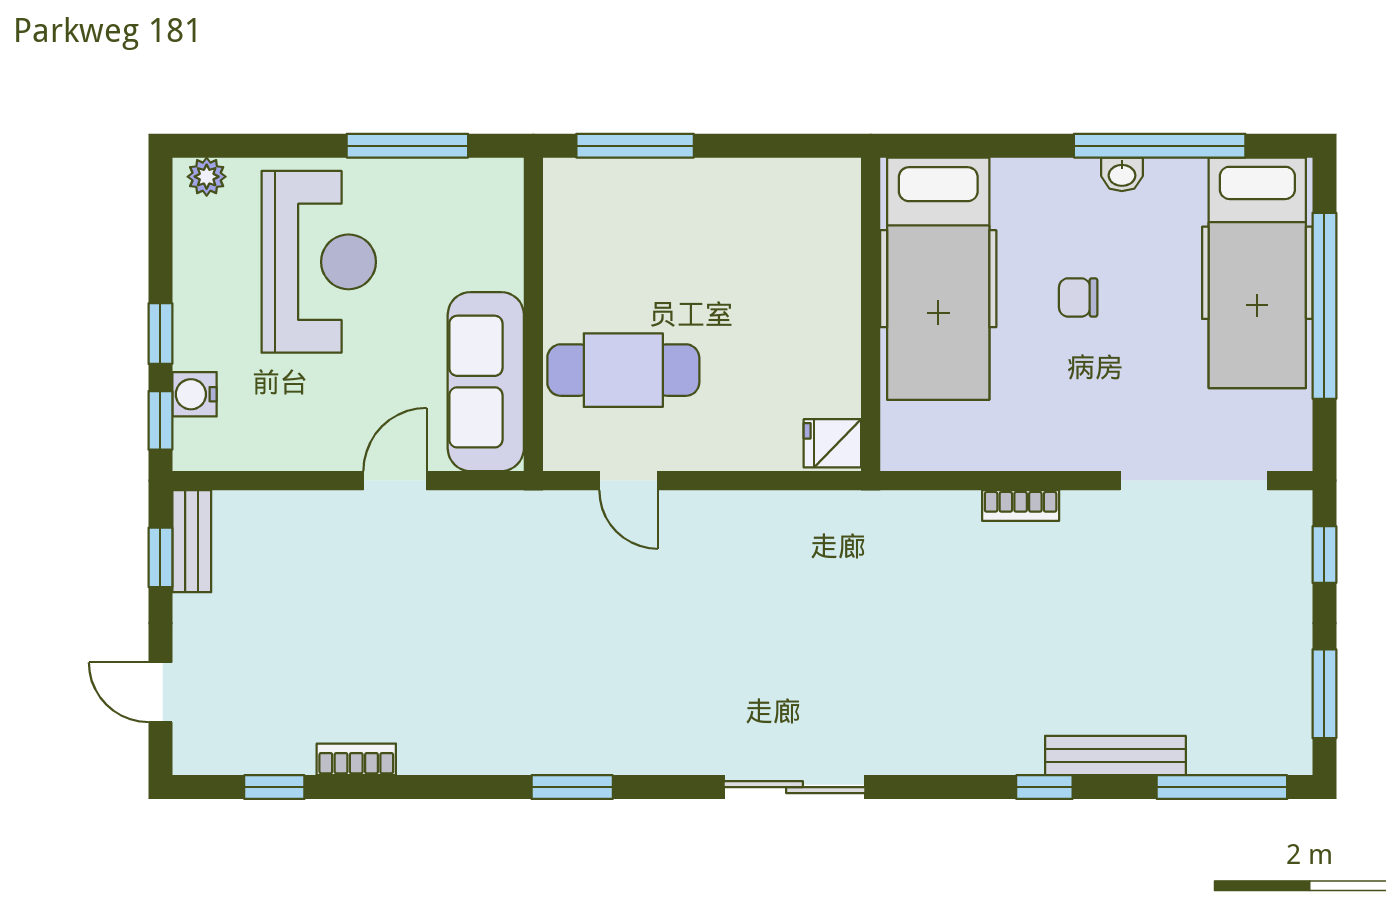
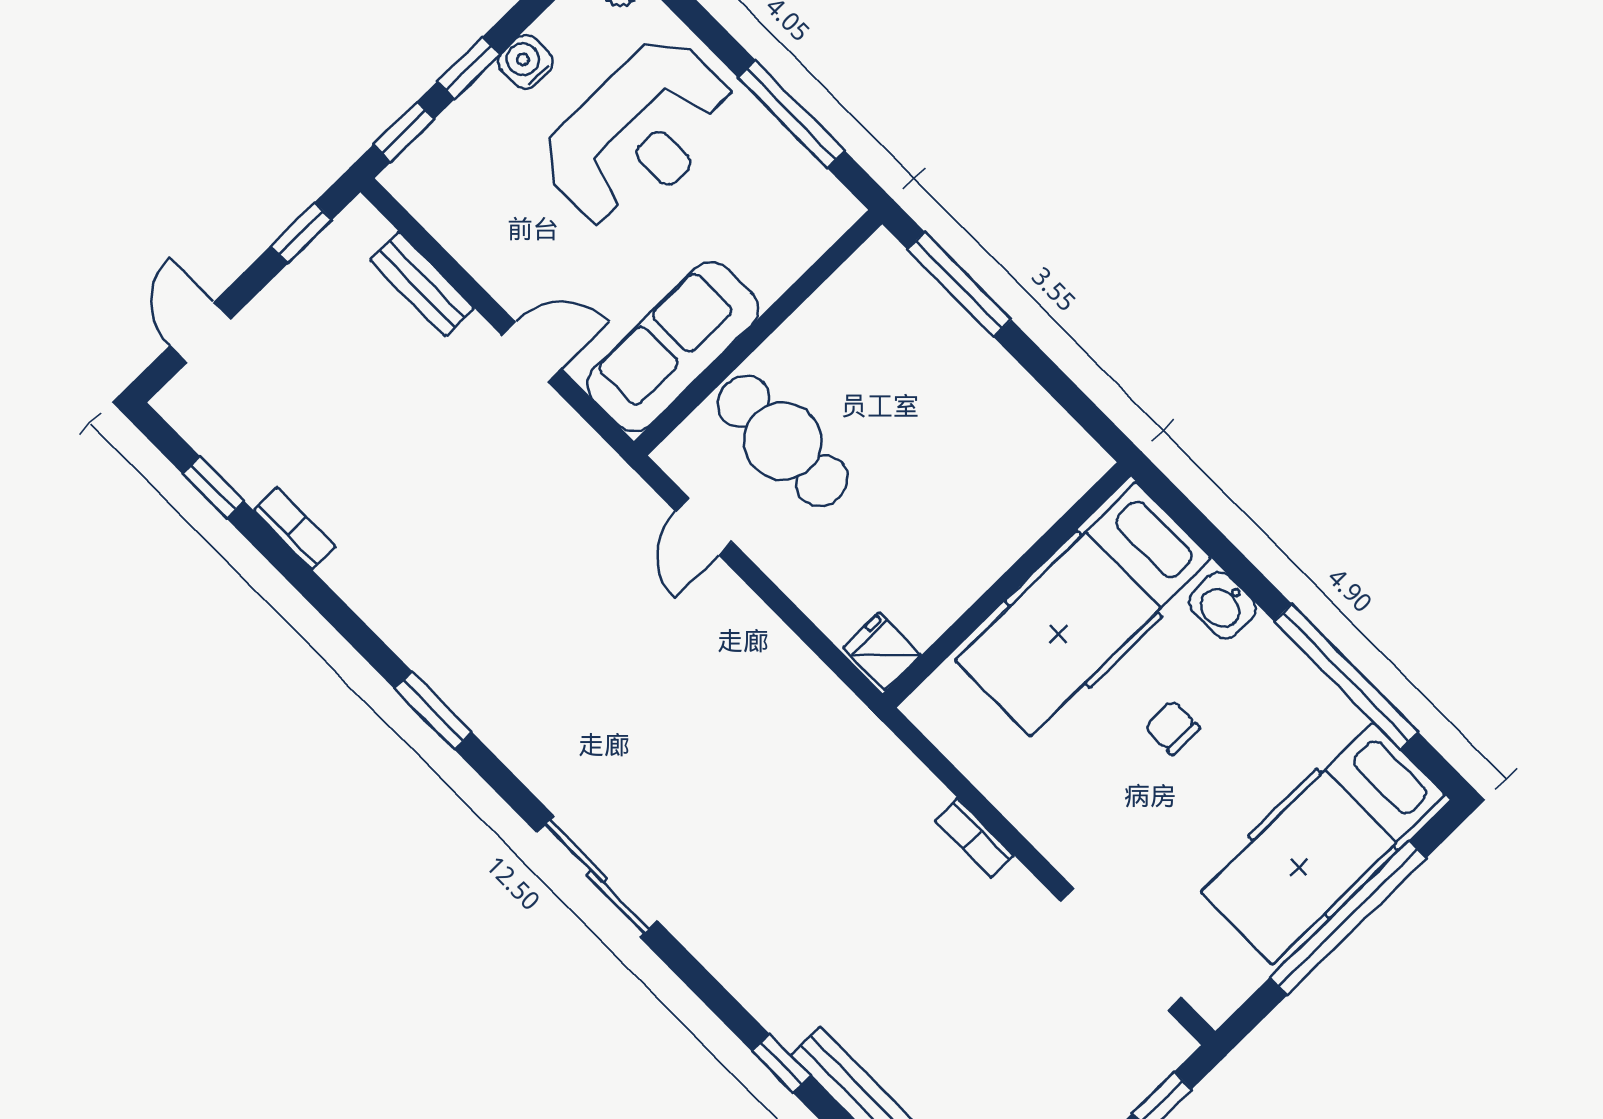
washbasin: (1122, 174) -> (1222, 606), moved, width x1.38, depth x1.45
water cooler: (194, 394) -> (526, 62), moved
bench: (192, 541) -> (422, 284), moved, turned 90

